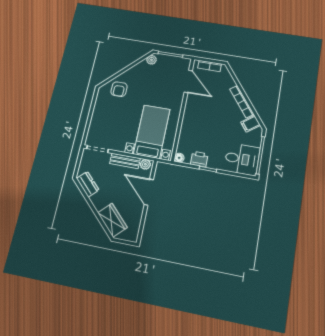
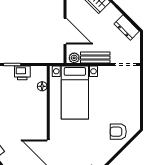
armchair: (119, 89) -> (118, 132), turned -90
floor lamp: (179, 158) -> (42, 86), moved

